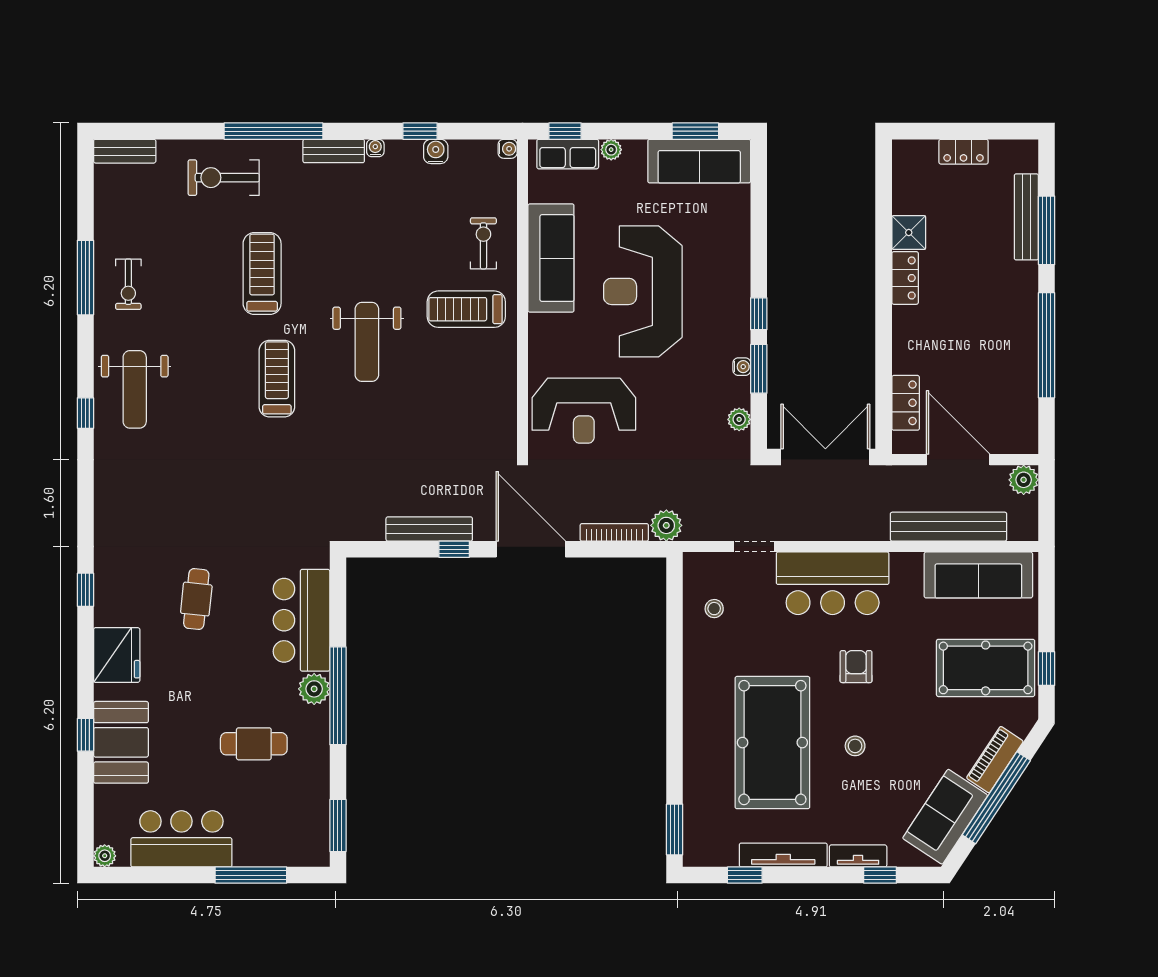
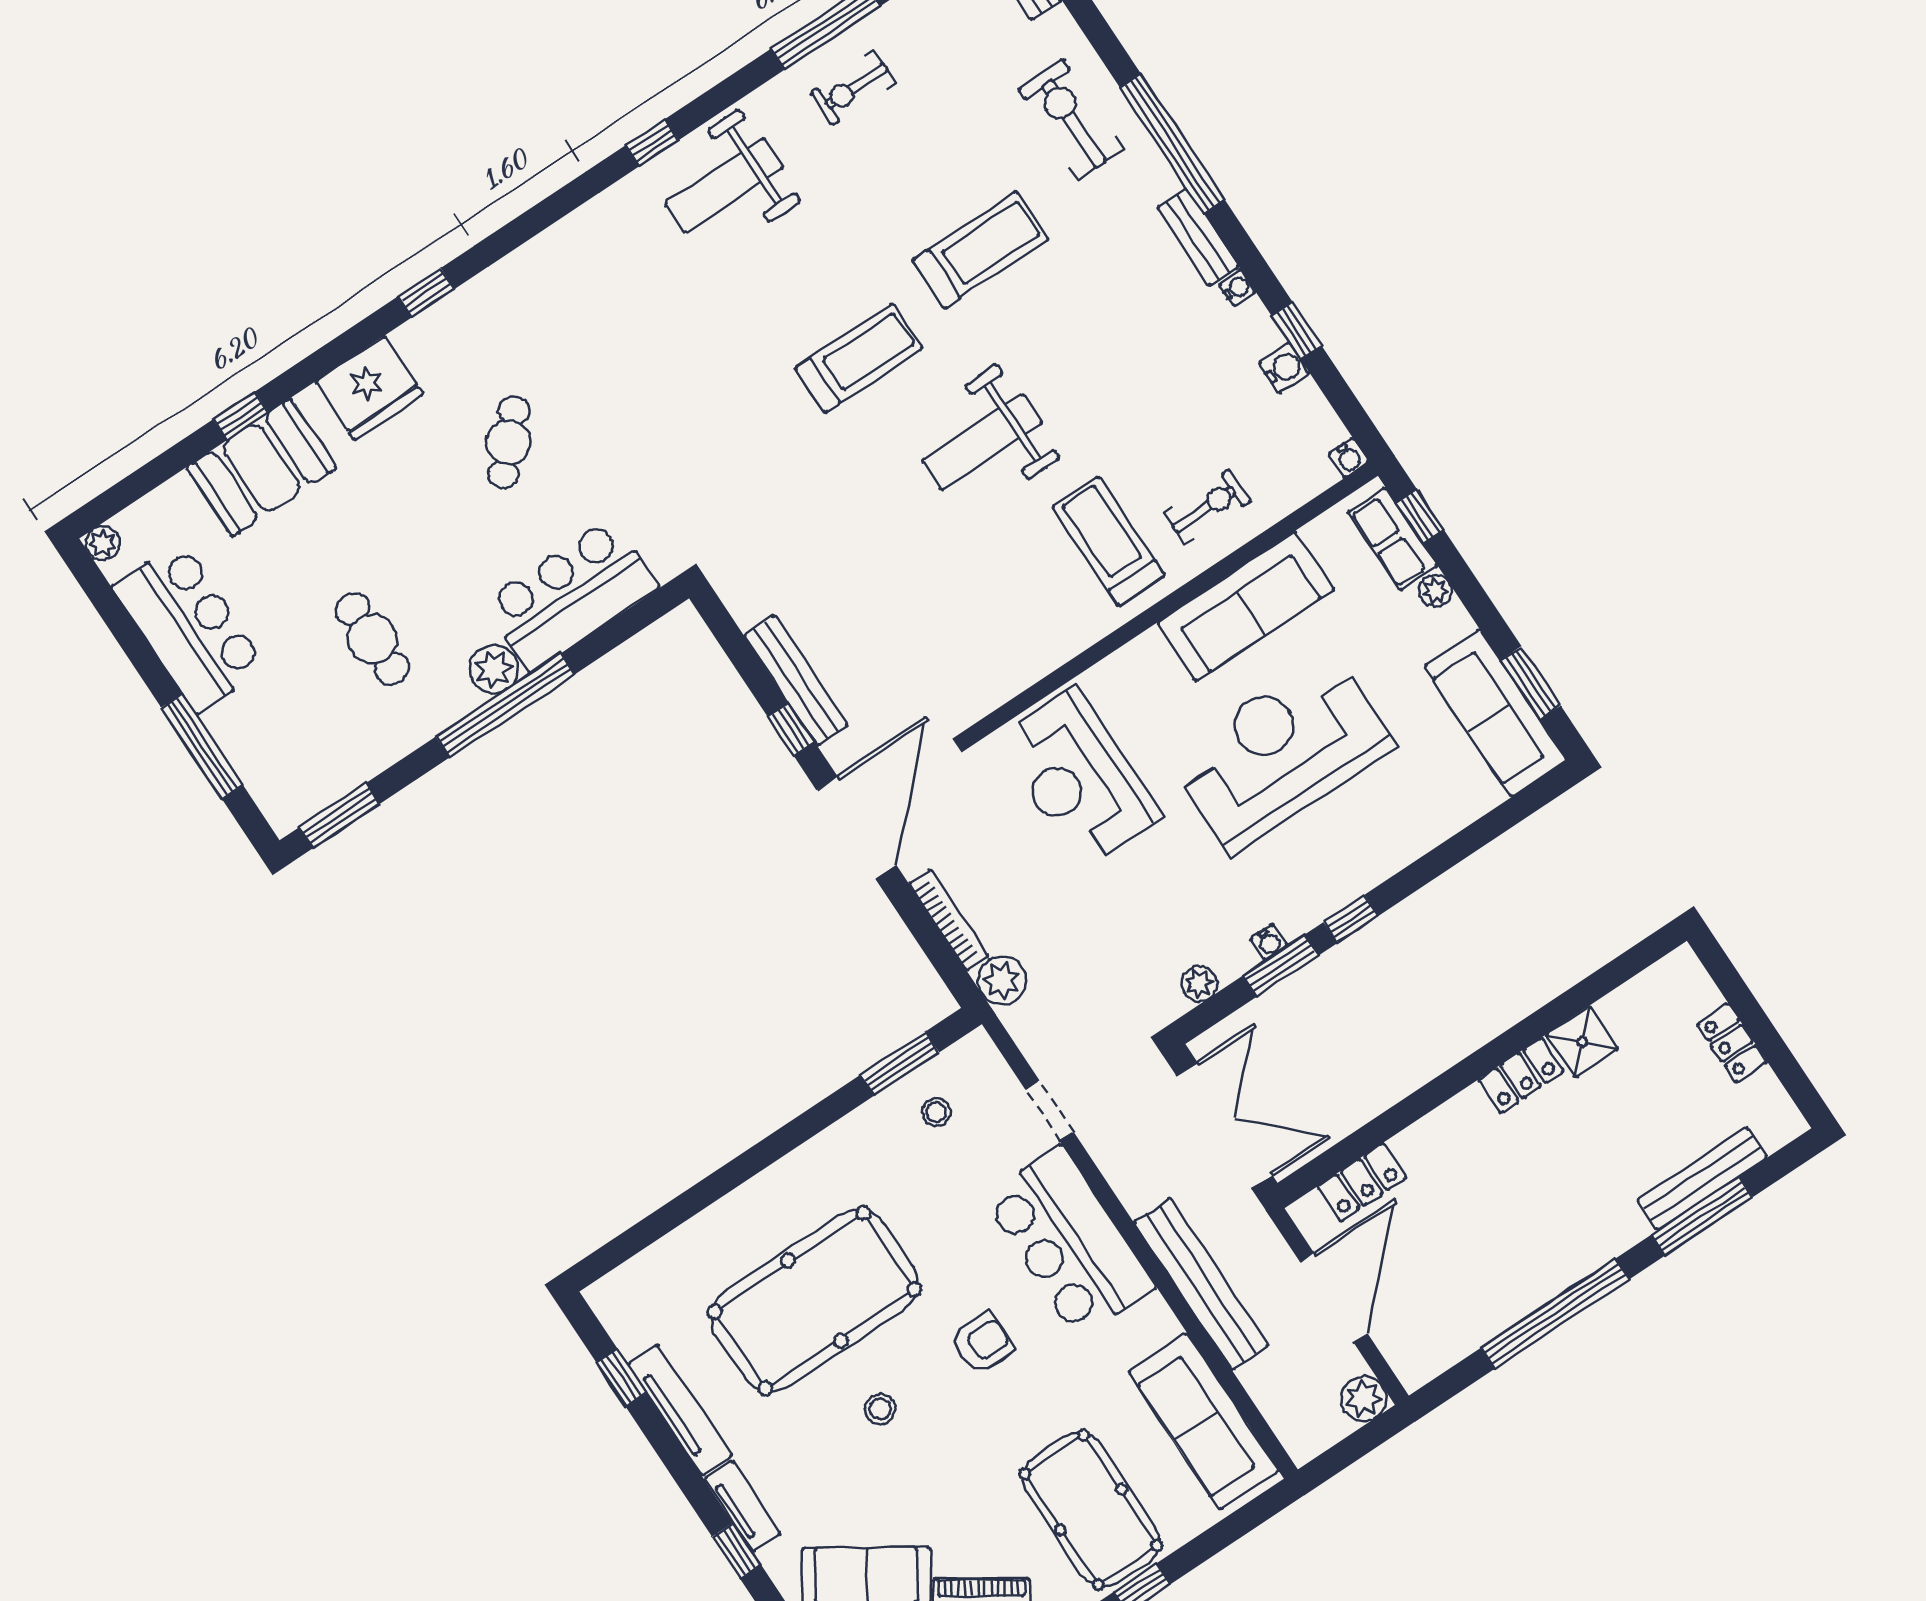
bench: (949, 527) -> (1201, 1284), moved
cafe table: (196, 599) -> (509, 442), turned -53
window: (675, 830) -> (900, 1064), moved

